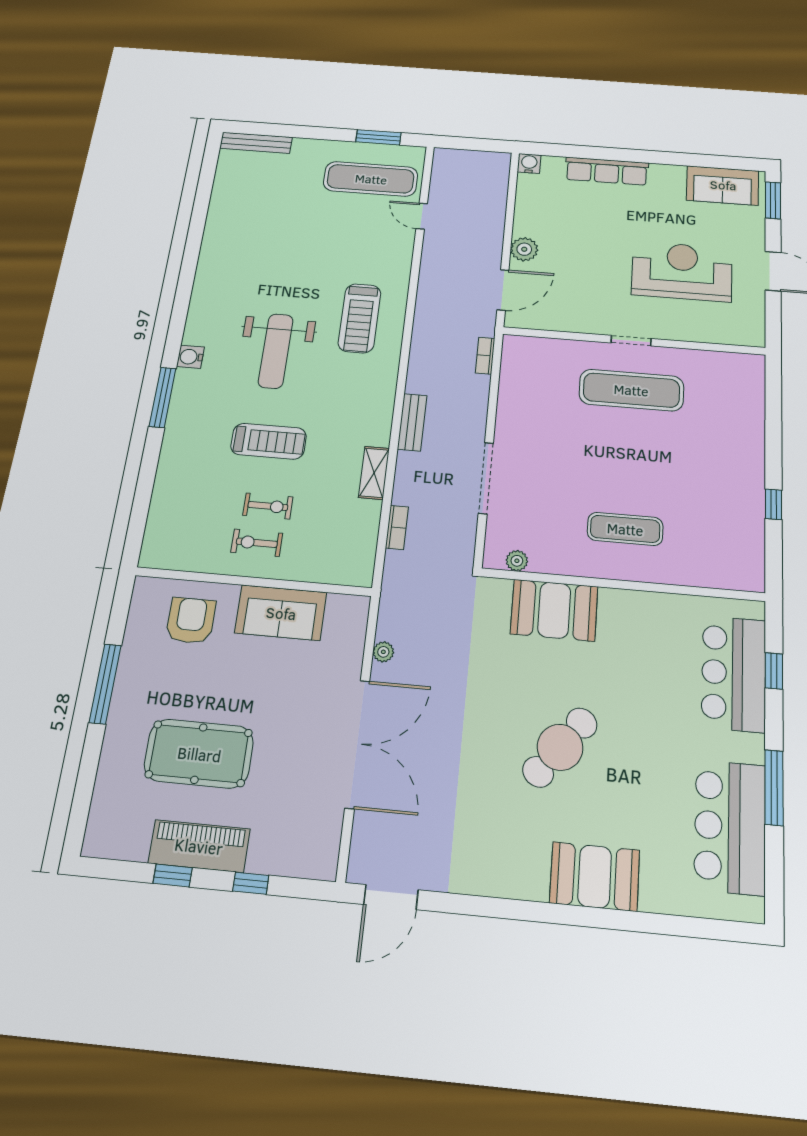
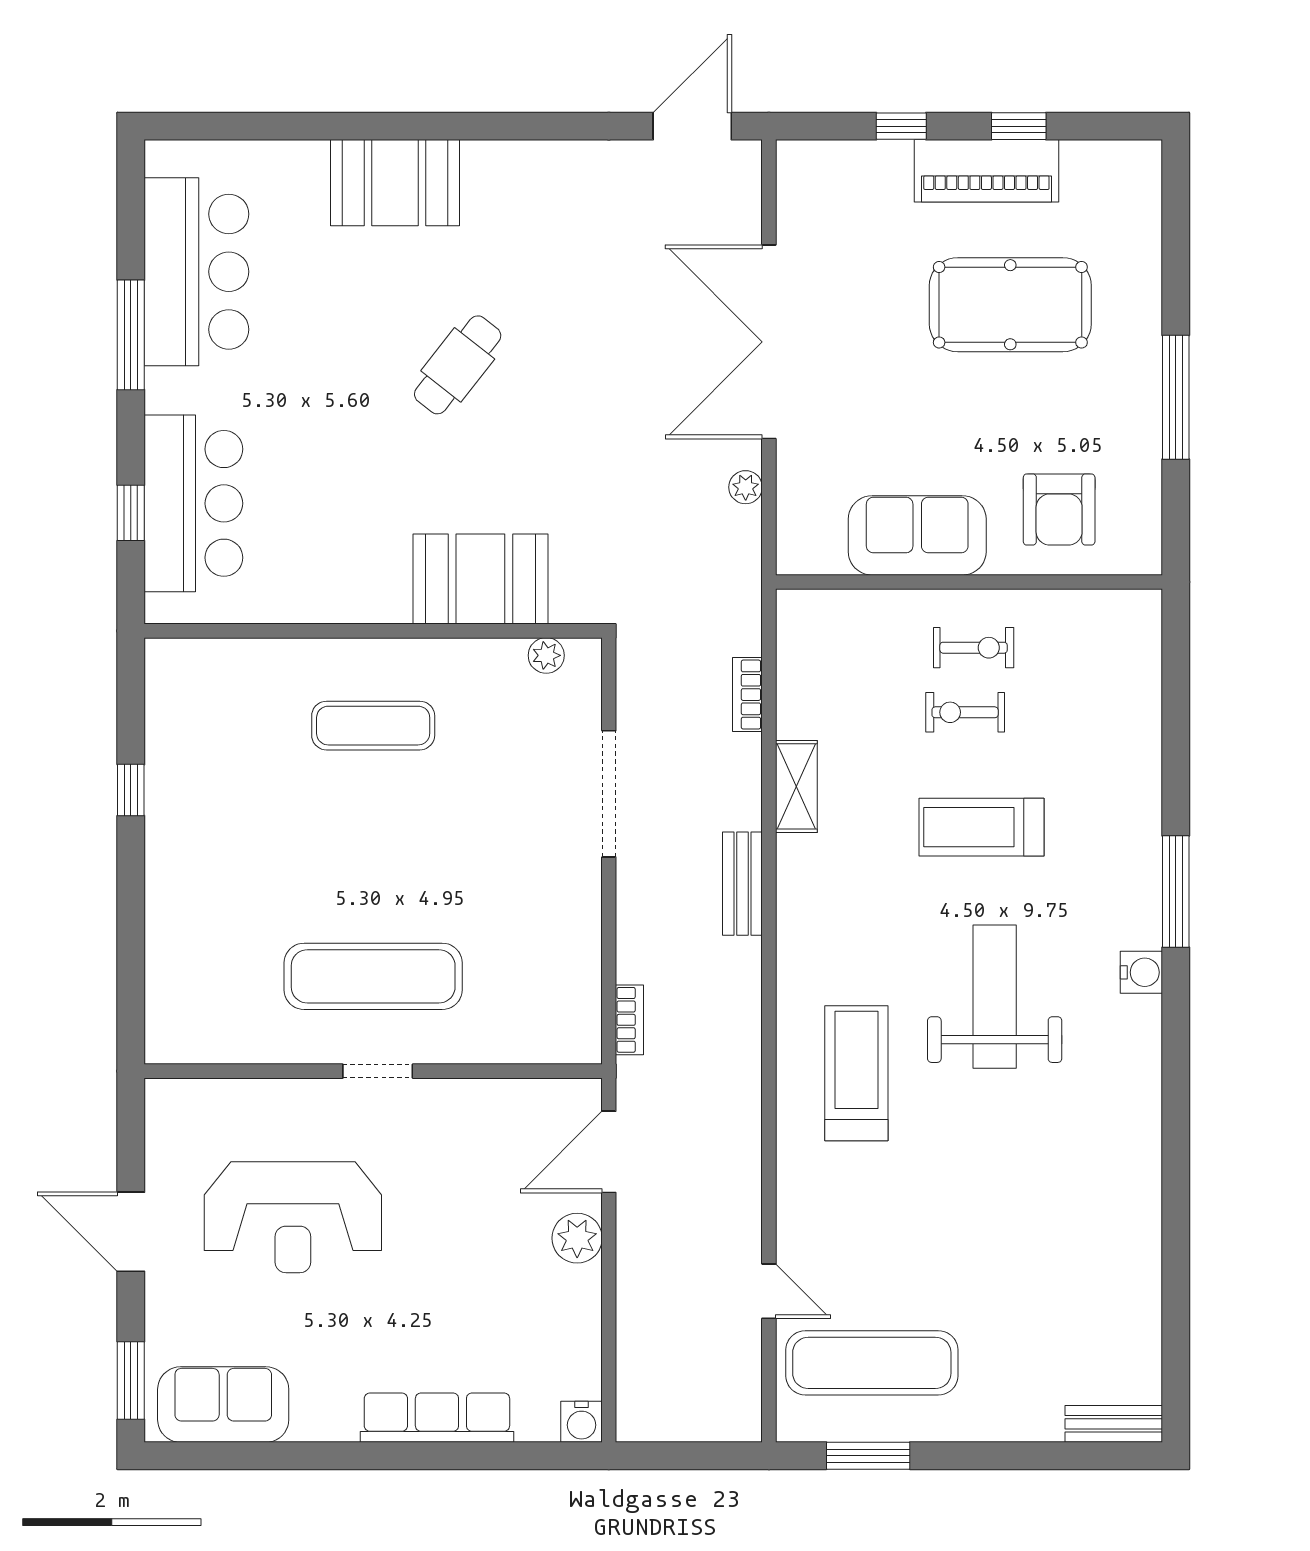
bench: (256, 143) -> (1114, 1424), width x0.73
cafe table: (560, 747) -> (458, 365), width x0.73, depth x0.74

